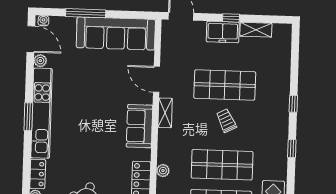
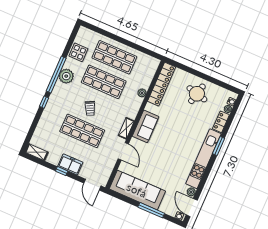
shelving: (256, 30) -> (37, 152), moved
window: (28, 117) -> (219, 146), moved
window: (292, 149) -> (56, 75), width x3.17
plant: (277, 152) -> (66, 76), added

